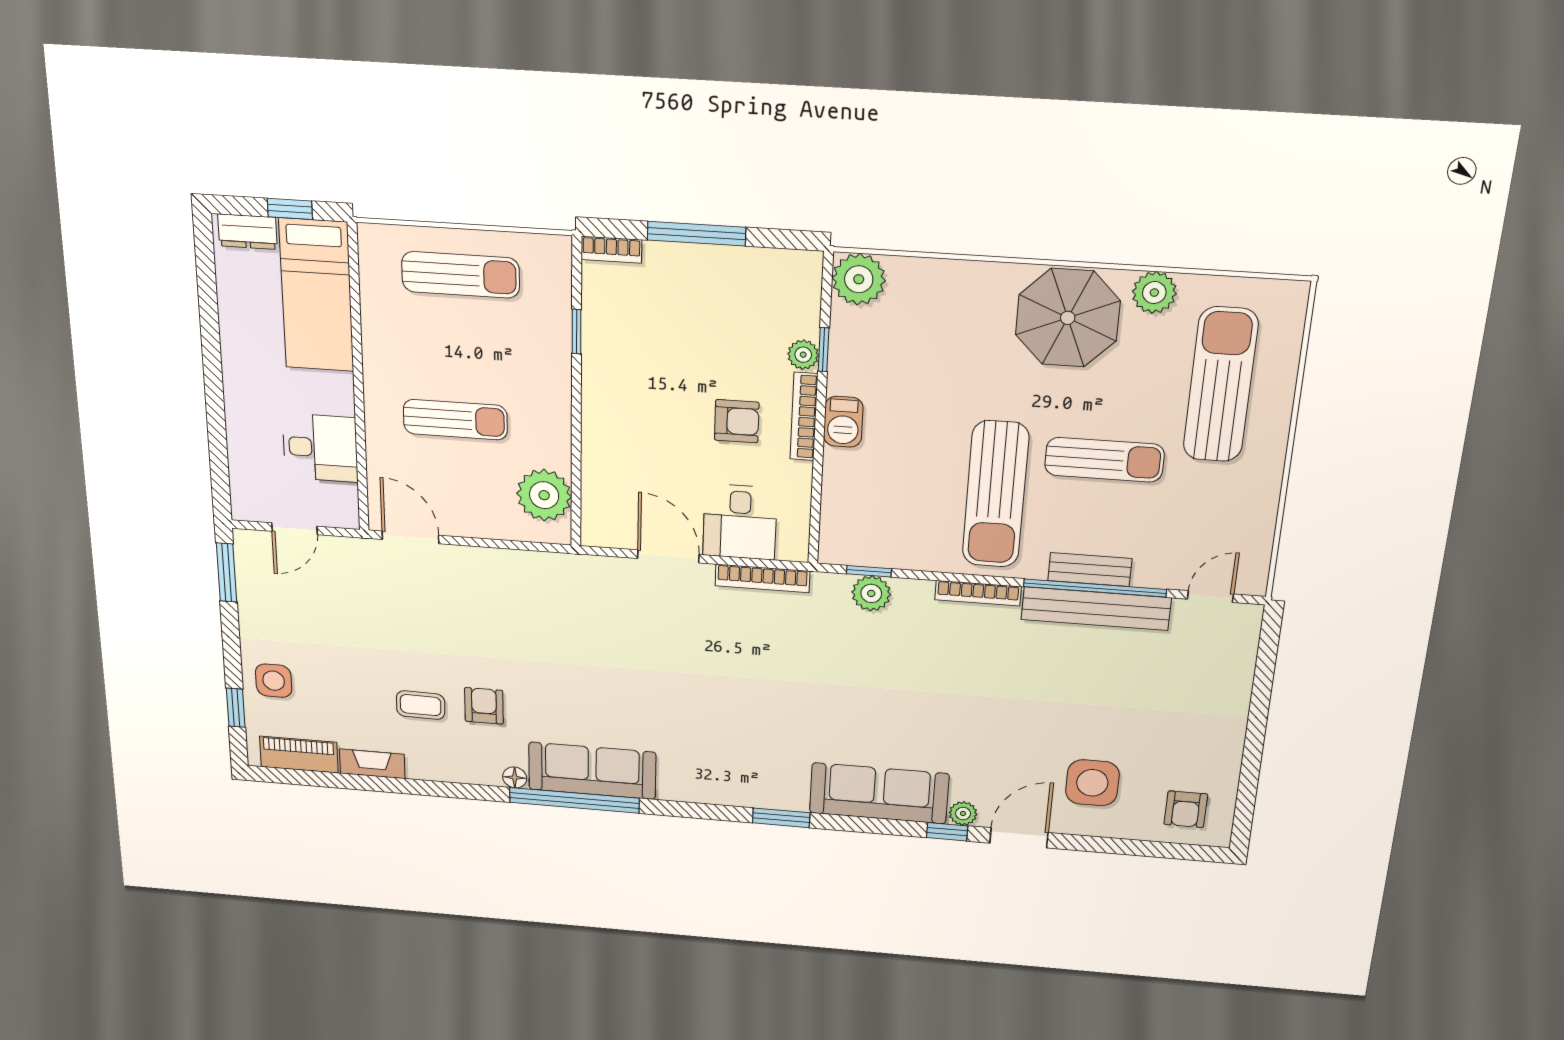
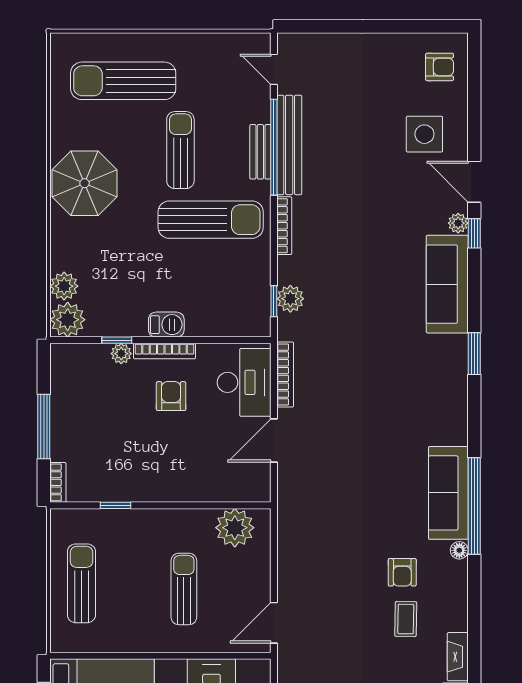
plant: (1154, 293) -> (64, 286), moved
desk: (740, 522) -> (244, 382), width x1.37
armchair: (484, 706) -> (402, 572), turned -90

